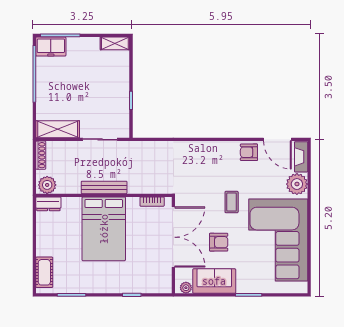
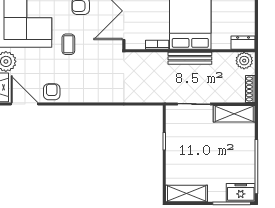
shelving: (115, 43) -> (187, 194), width x1.50, depth x1.33
armchair: (249, 152) -> (52, 92), turned -90
bookcase: (152, 202) -> (157, 45), moved

